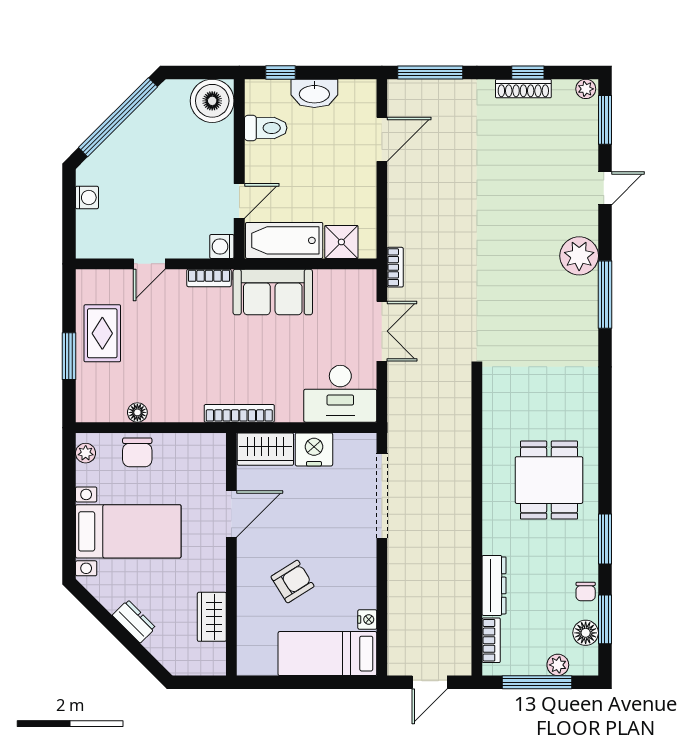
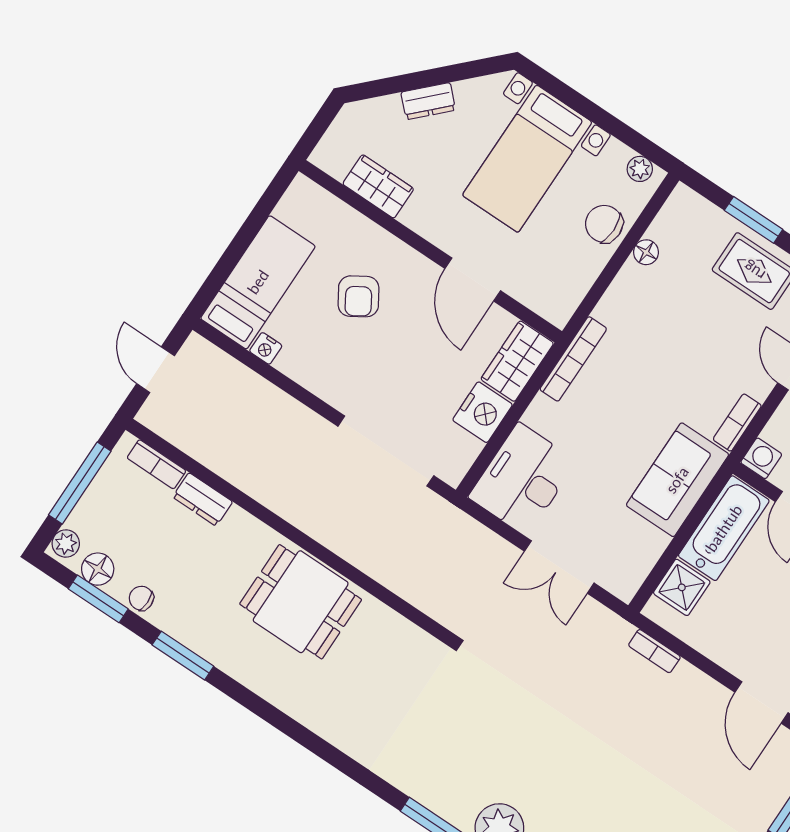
bookcase: (395, 267) -> (654, 651), moved
dining table: (549, 480) -> (301, 602), moved
dresser: (494, 585) -> (203, 499), width x0.70
plant: (558, 665) -> (66, 544), moved

